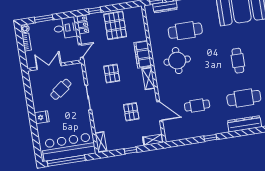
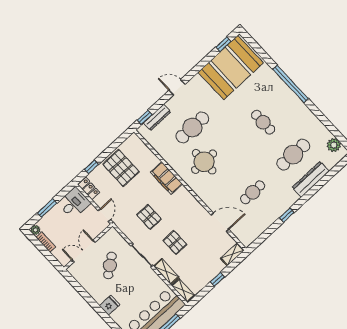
shelving: (148, 78) -> (166, 272), moved
pallet: (131, 112) -> (175, 242), moved

